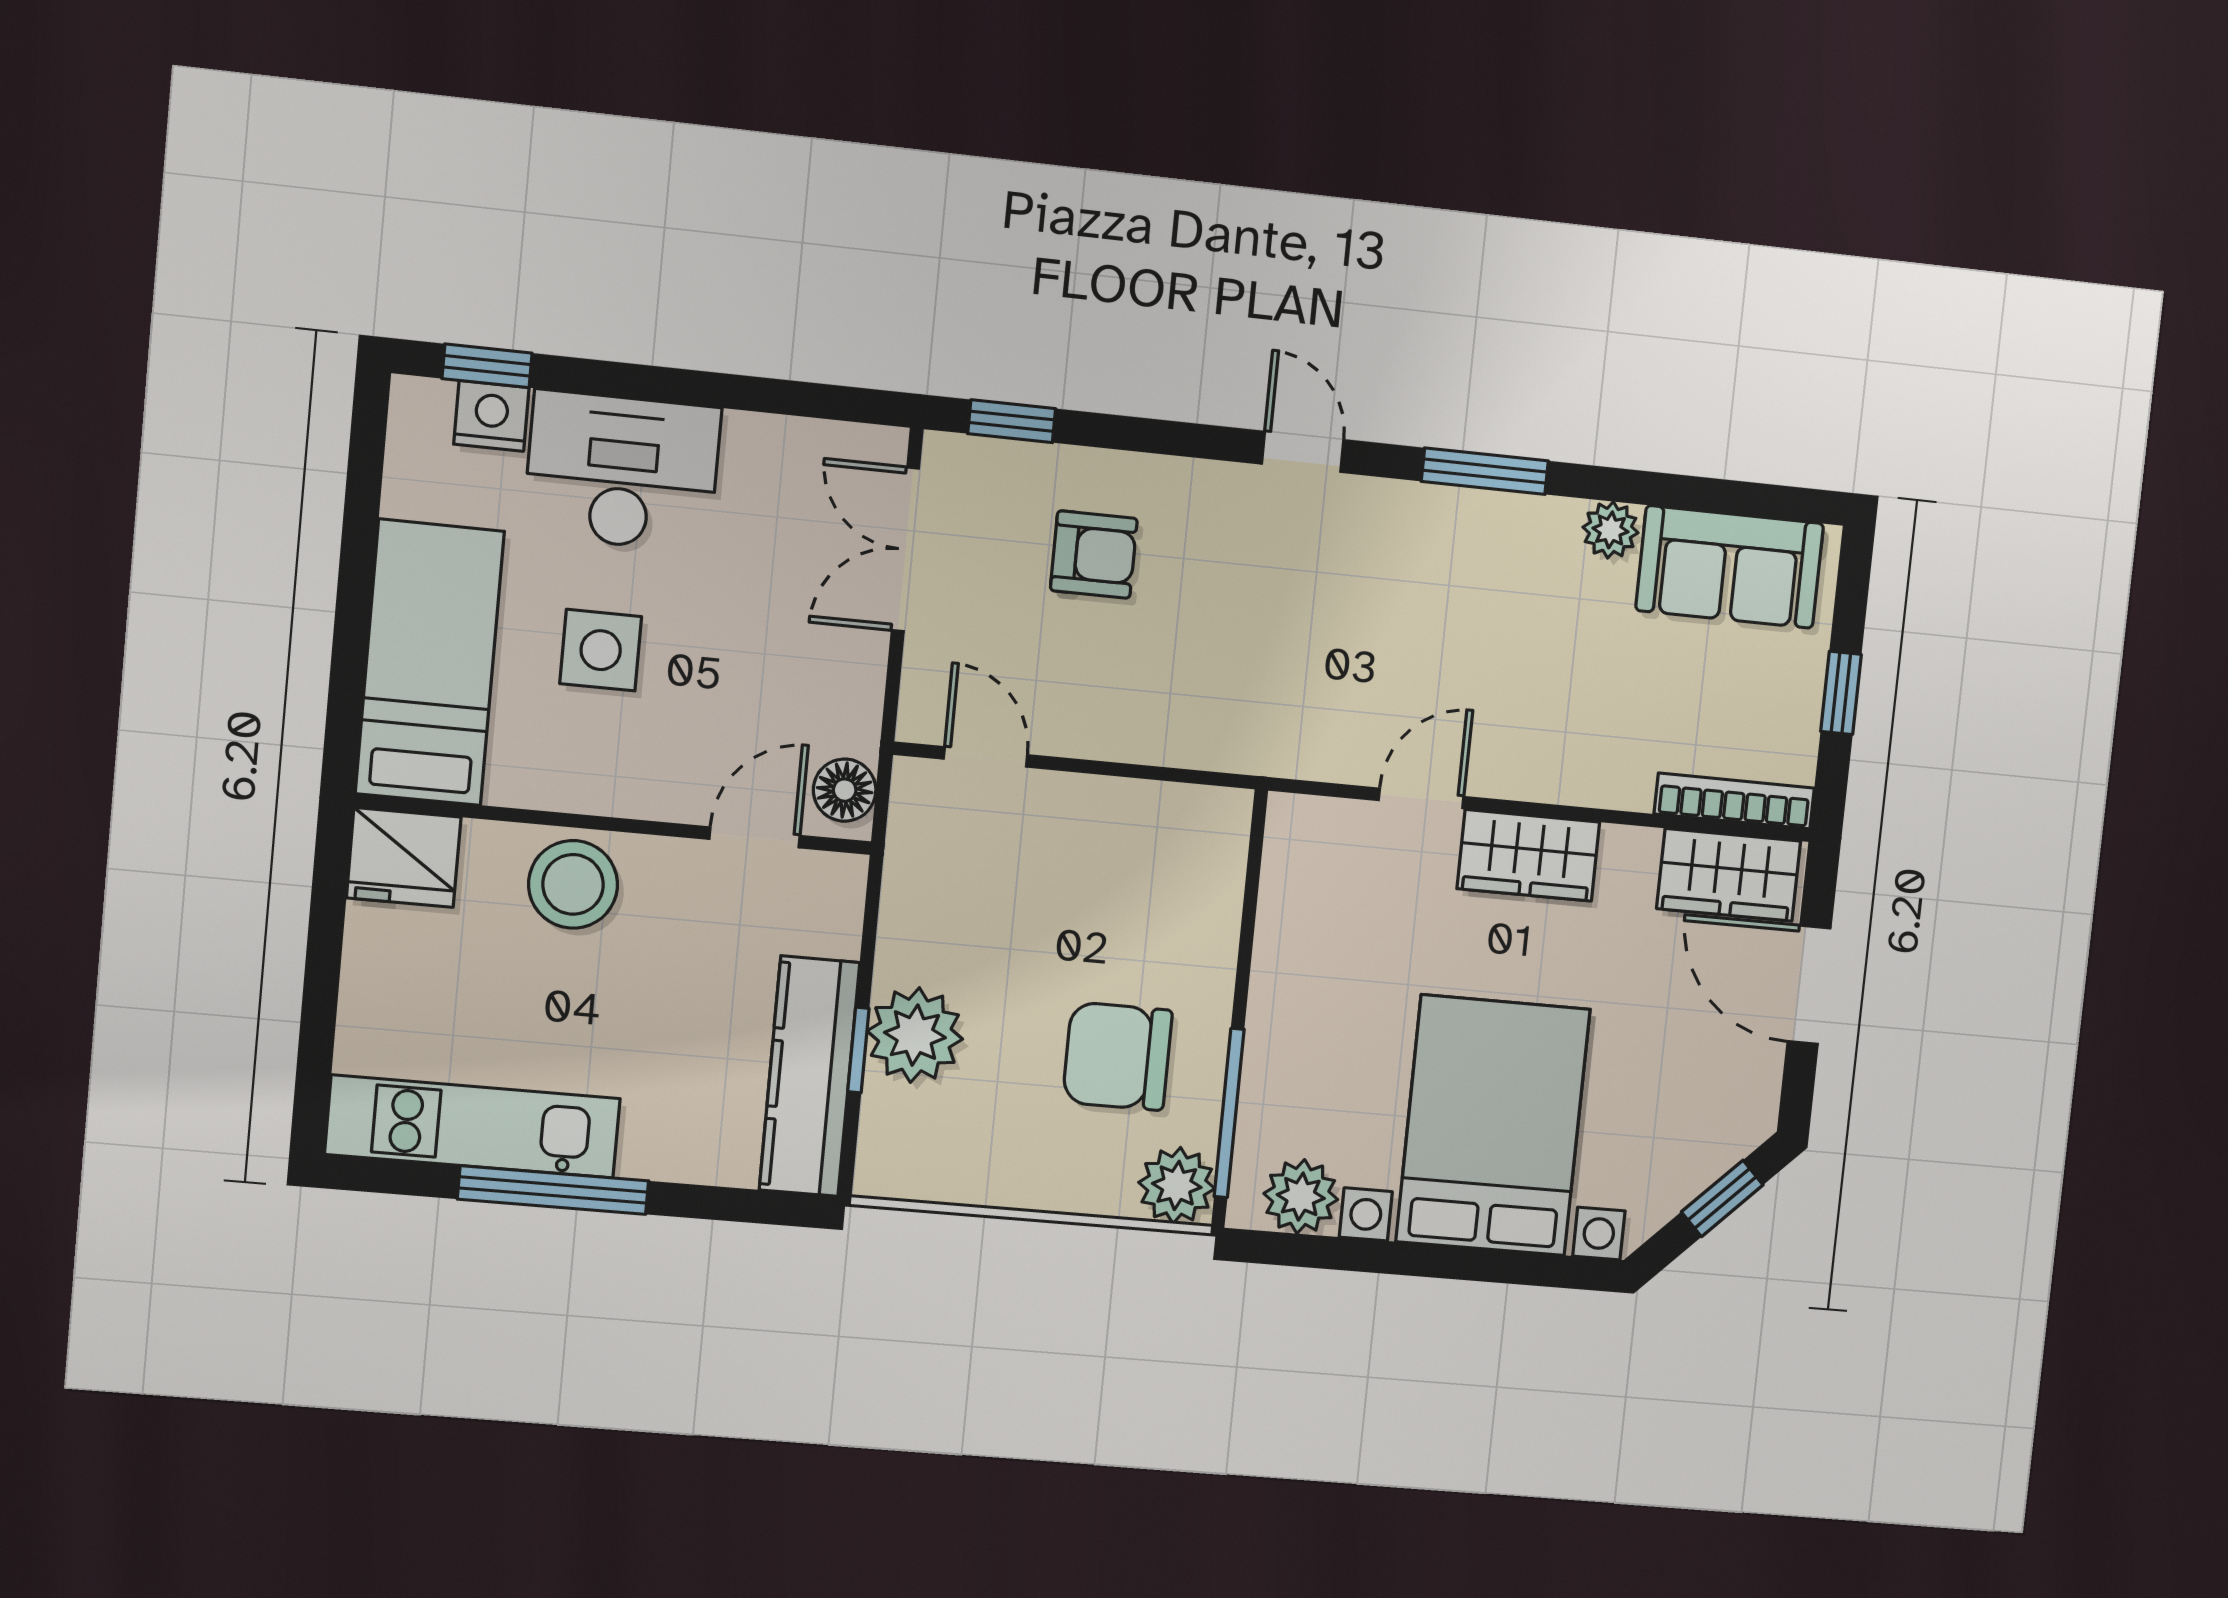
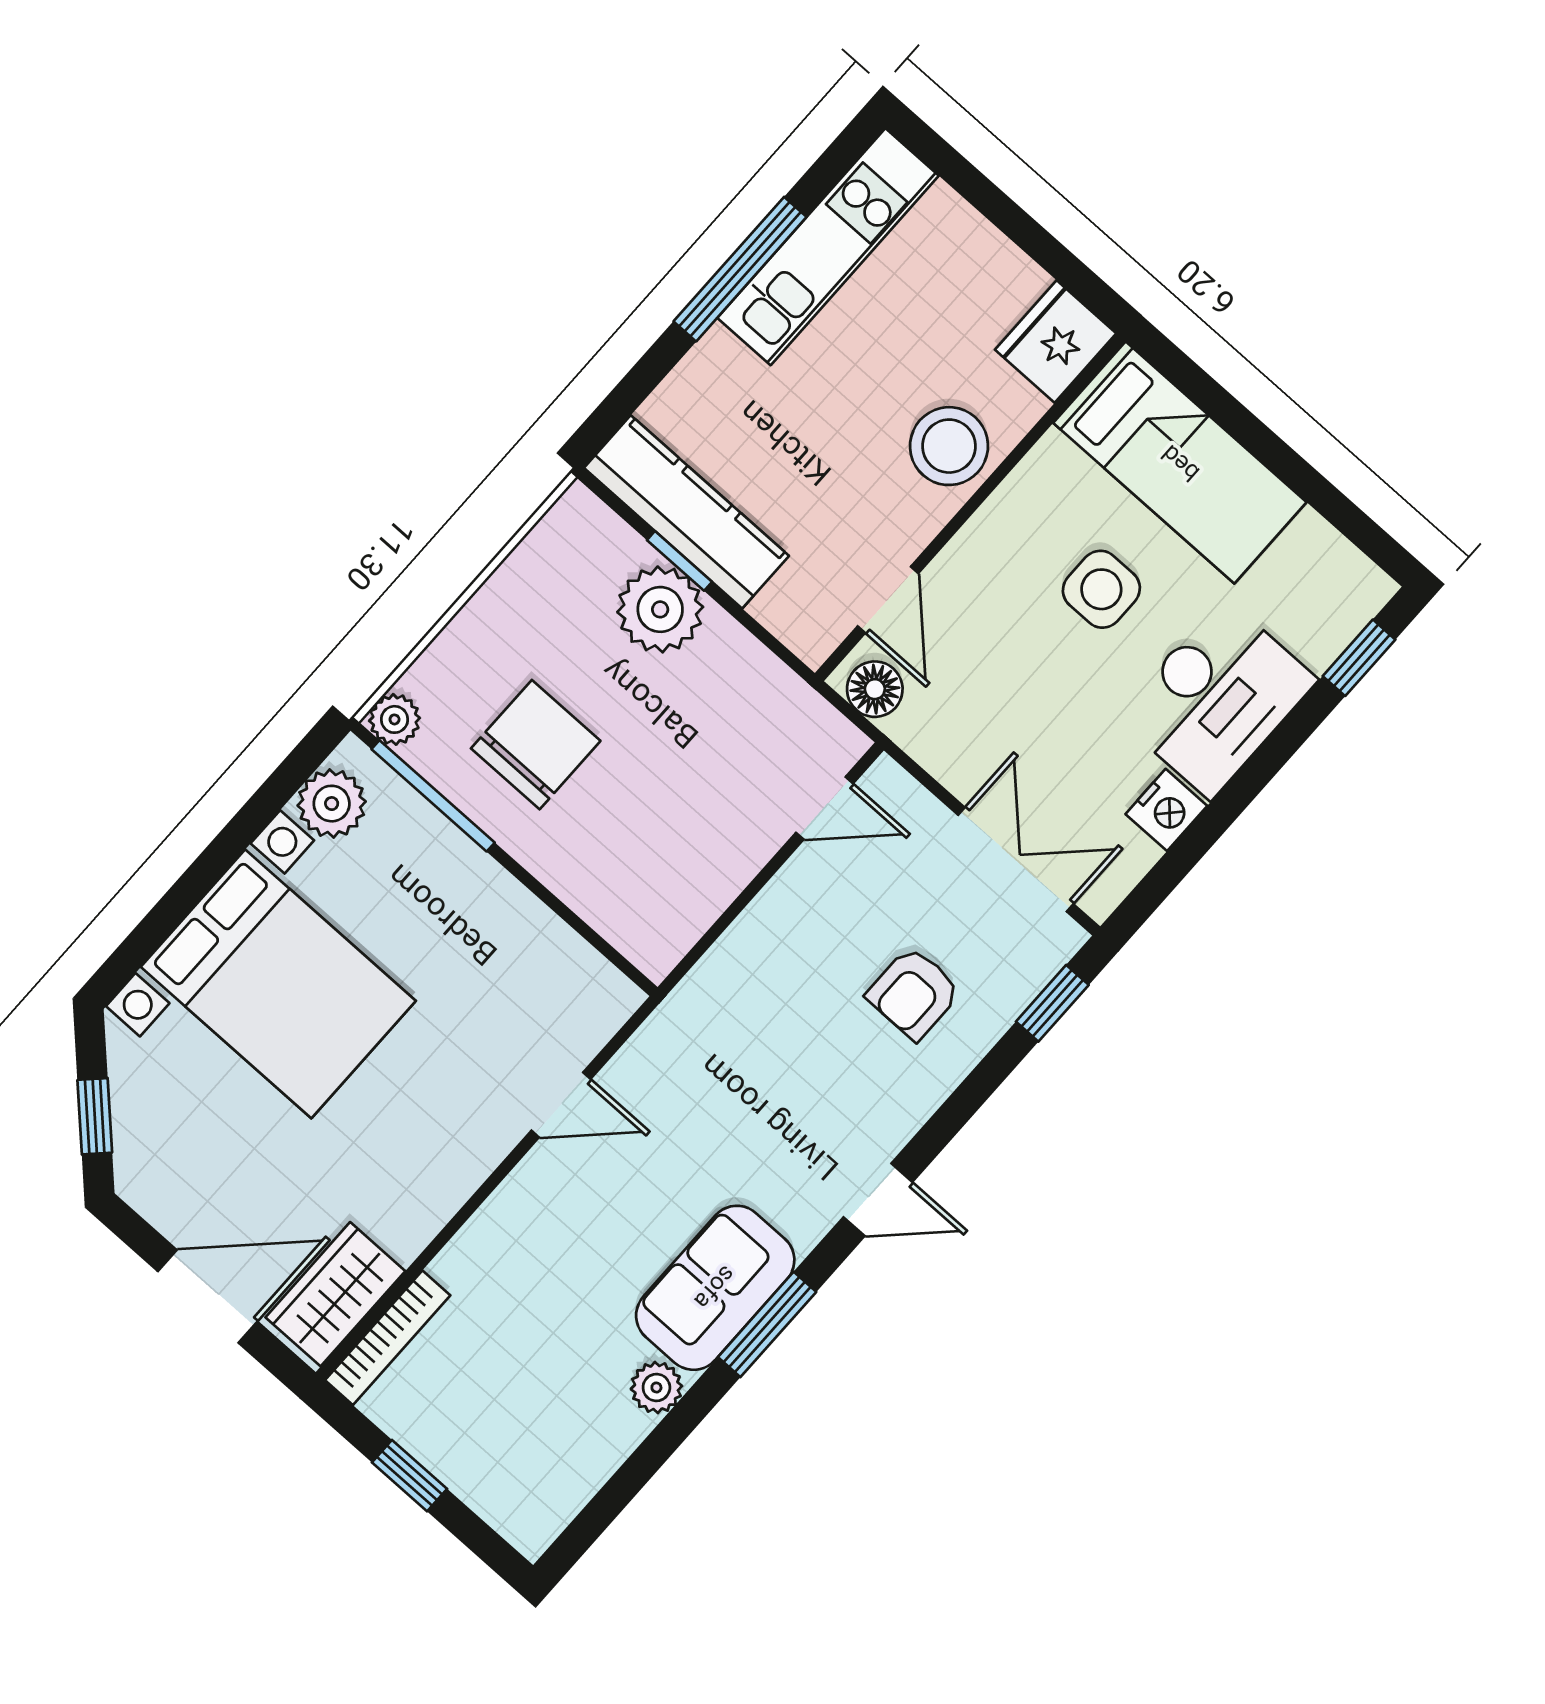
nightstand: (491, 416) -> (1166, 810), moved
sofa: (1730, 567) -> (715, 1288), moved
door: (1421, 798) -> (561, 1105), hinge flipped
wardrobe: (1528, 855) -> (460, 1154), removed
plant: (1177, 1185) -> (395, 719), width x0.73, depth x0.73

